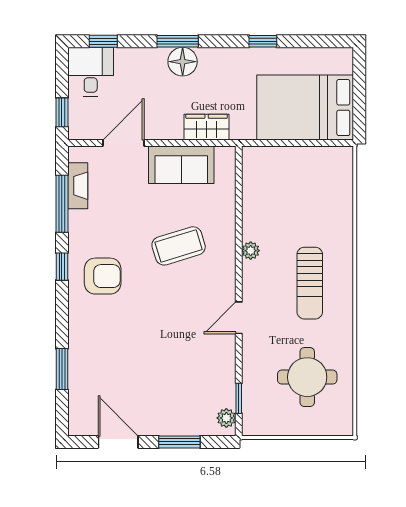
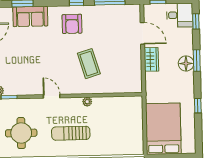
wardrobe: (207, 127) -> (151, 59), moved
sofa: (181, 165) -> (30, 16), moved, turned -90
fireplace: (78, 186) -> (119, 10), removed

